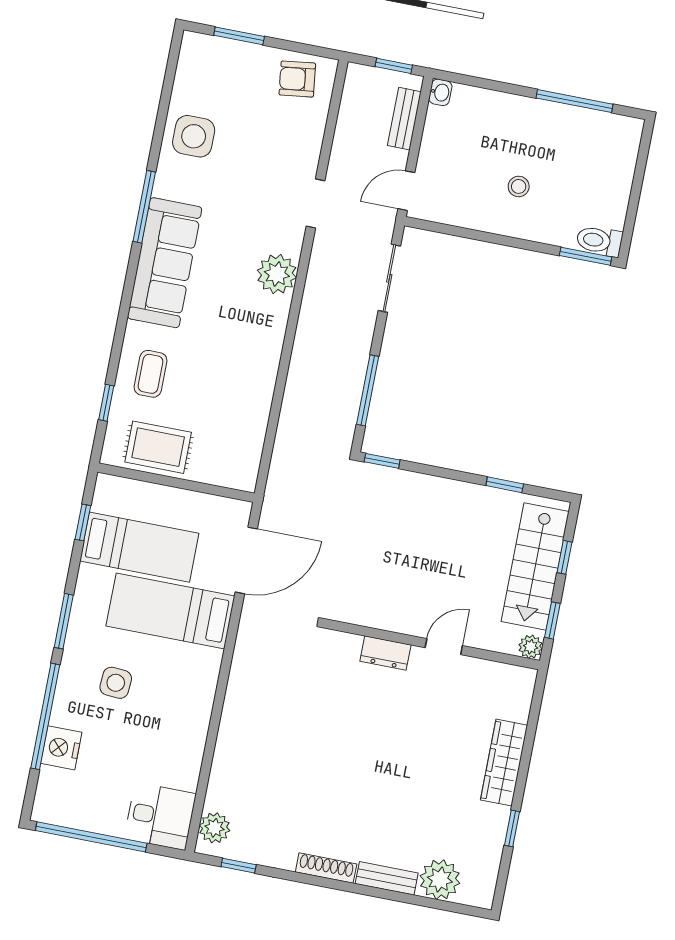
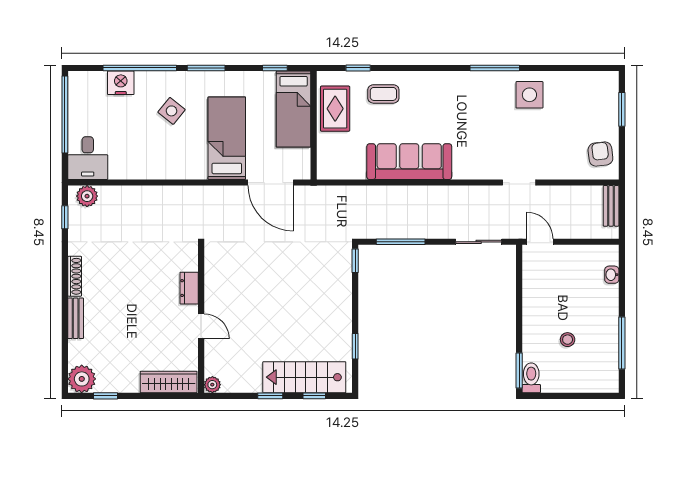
window: (394, 66) -> (622, 217), removed
washbasin: (440, 92) -> (612, 275), moved, turned 90
bench: (404, 119) -> (611, 206), moved, turned 90
side table: (194, 136) -> (529, 95), moved
stool: (519, 186) -> (568, 340), moved
sofa: (165, 263) -> (409, 162), moved, turned 180
plant: (277, 274) -> (467, 166), removed
bed: (139, 547) -> (294, 109), moved
wall: (433, 644) -> (201, 319), moved
door: (444, 647) -> (201, 326), moved
plant: (531, 647) -> (212, 385), moved
dresser: (385, 653) -> (189, 288), moved
side table: (116, 683) -> (172, 111), turned 35
window: (512, 828) -> (105, 396), moved
plant: (440, 880) -> (82, 379), moved

